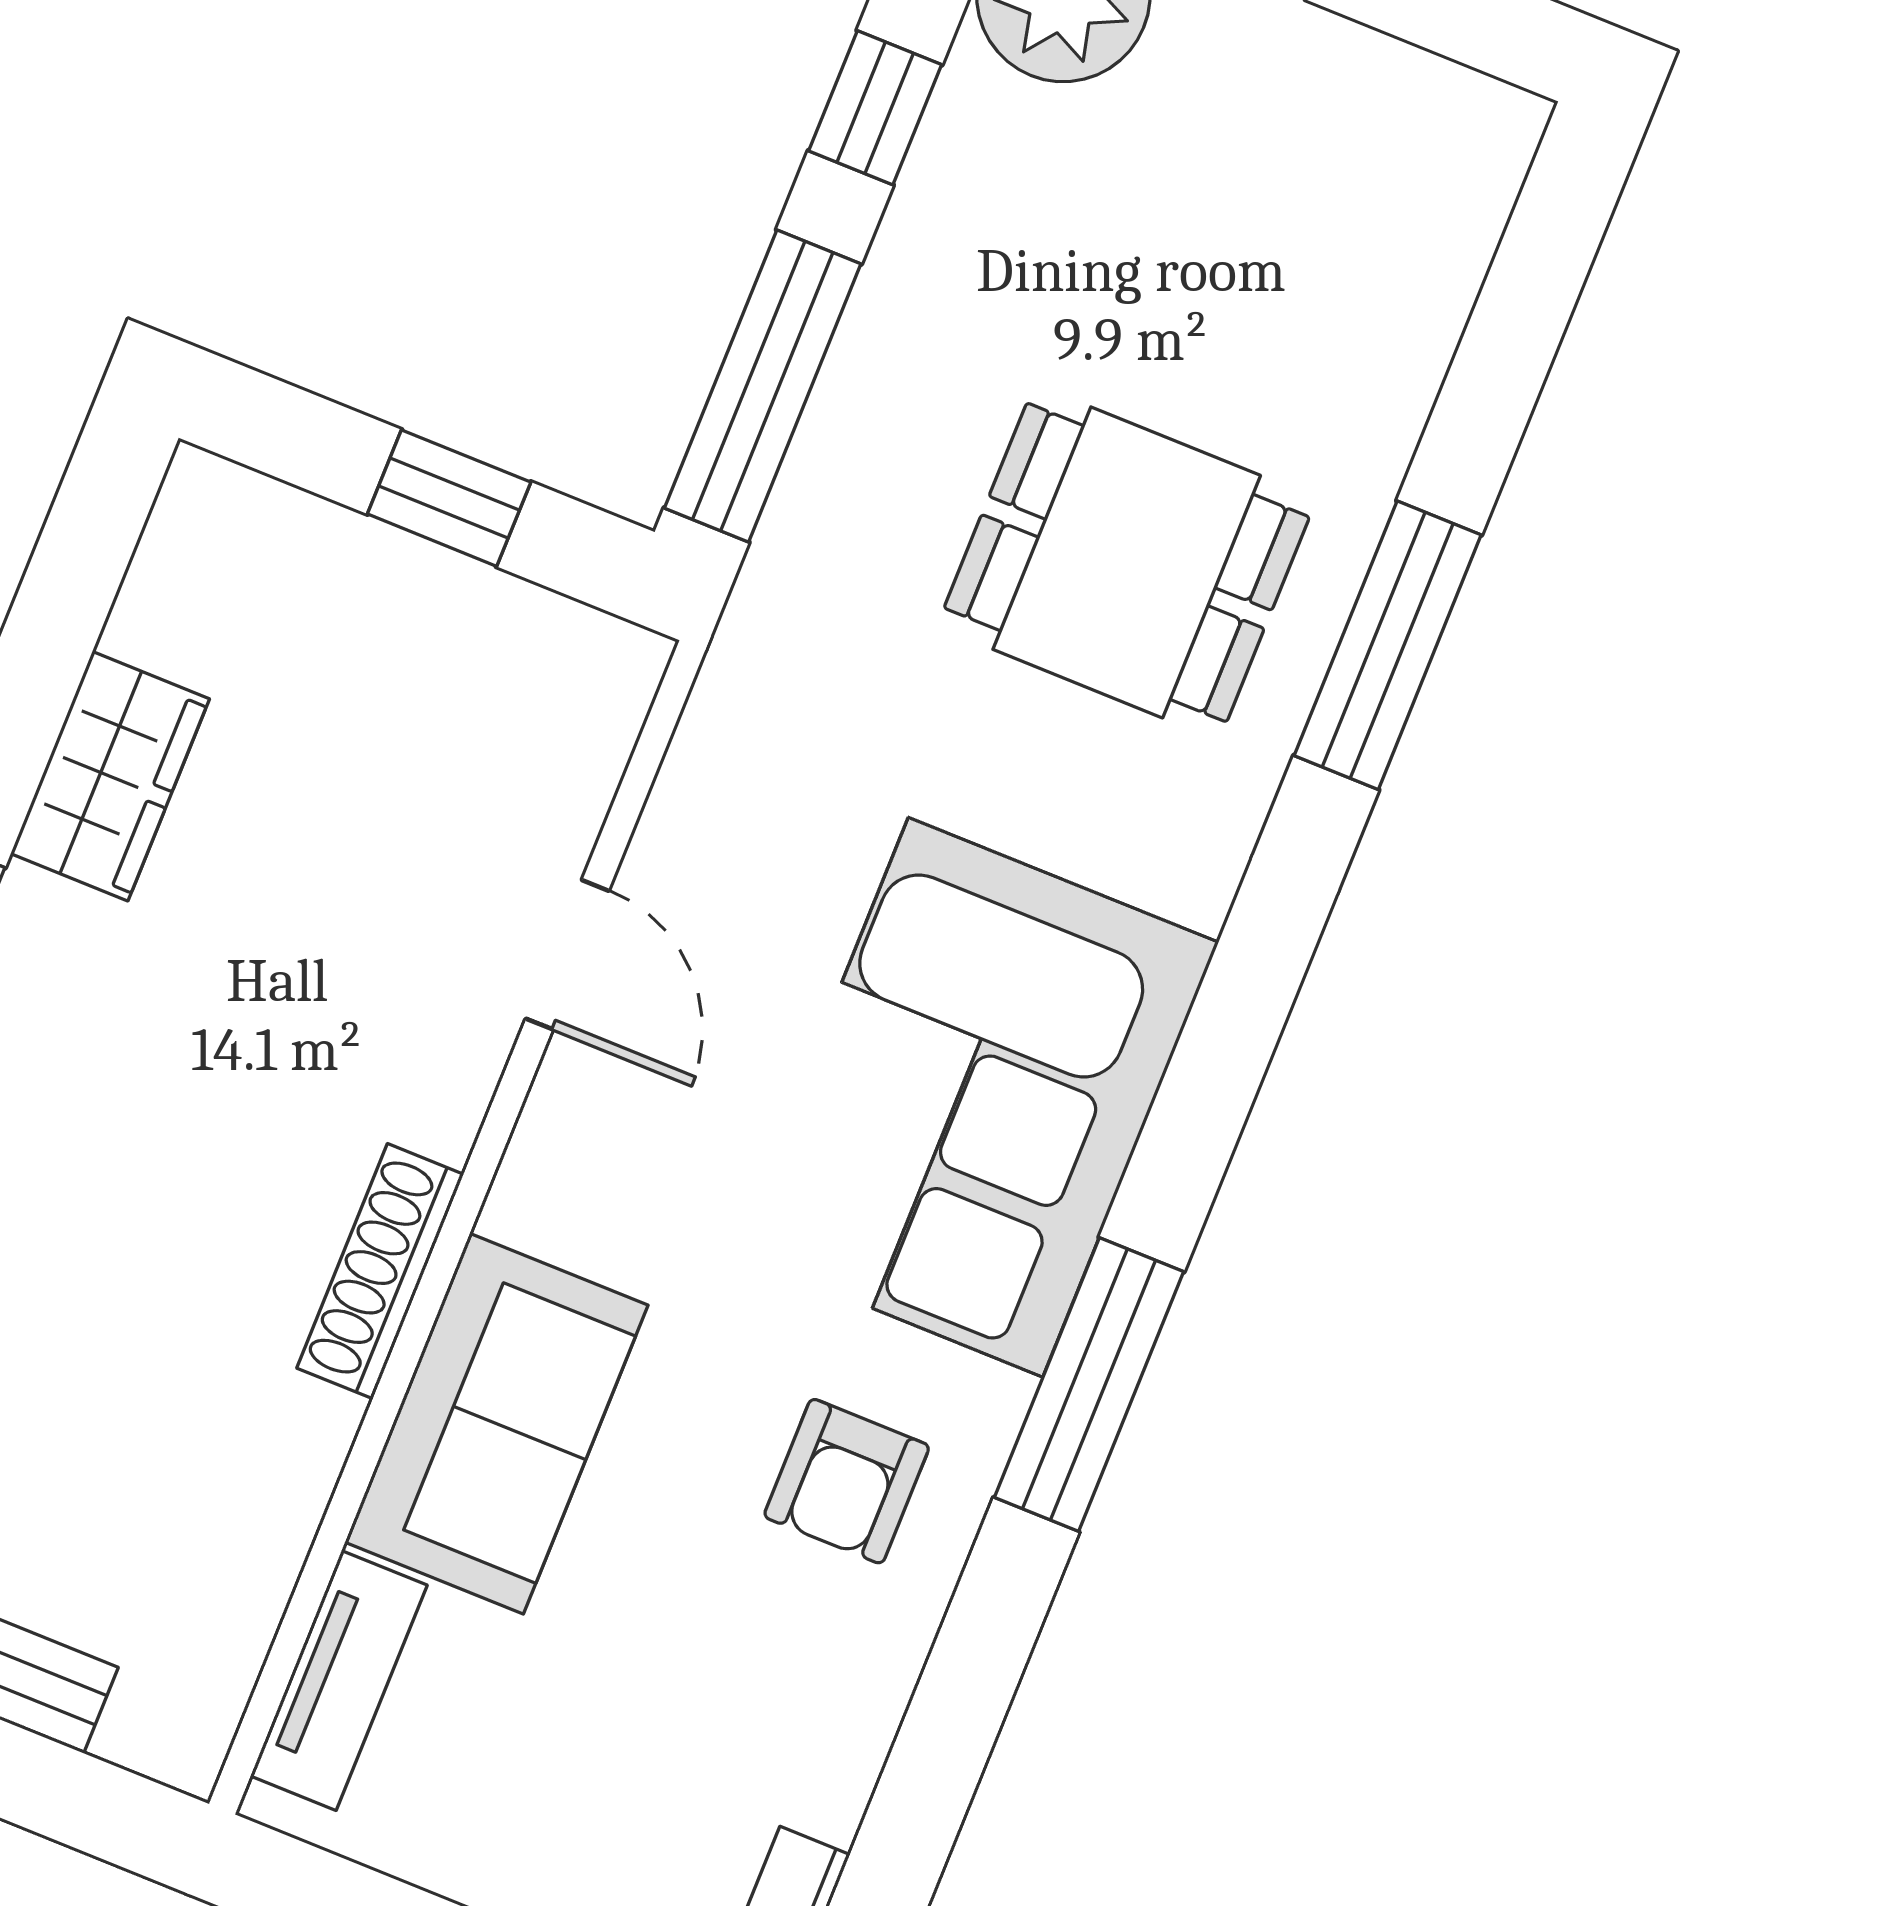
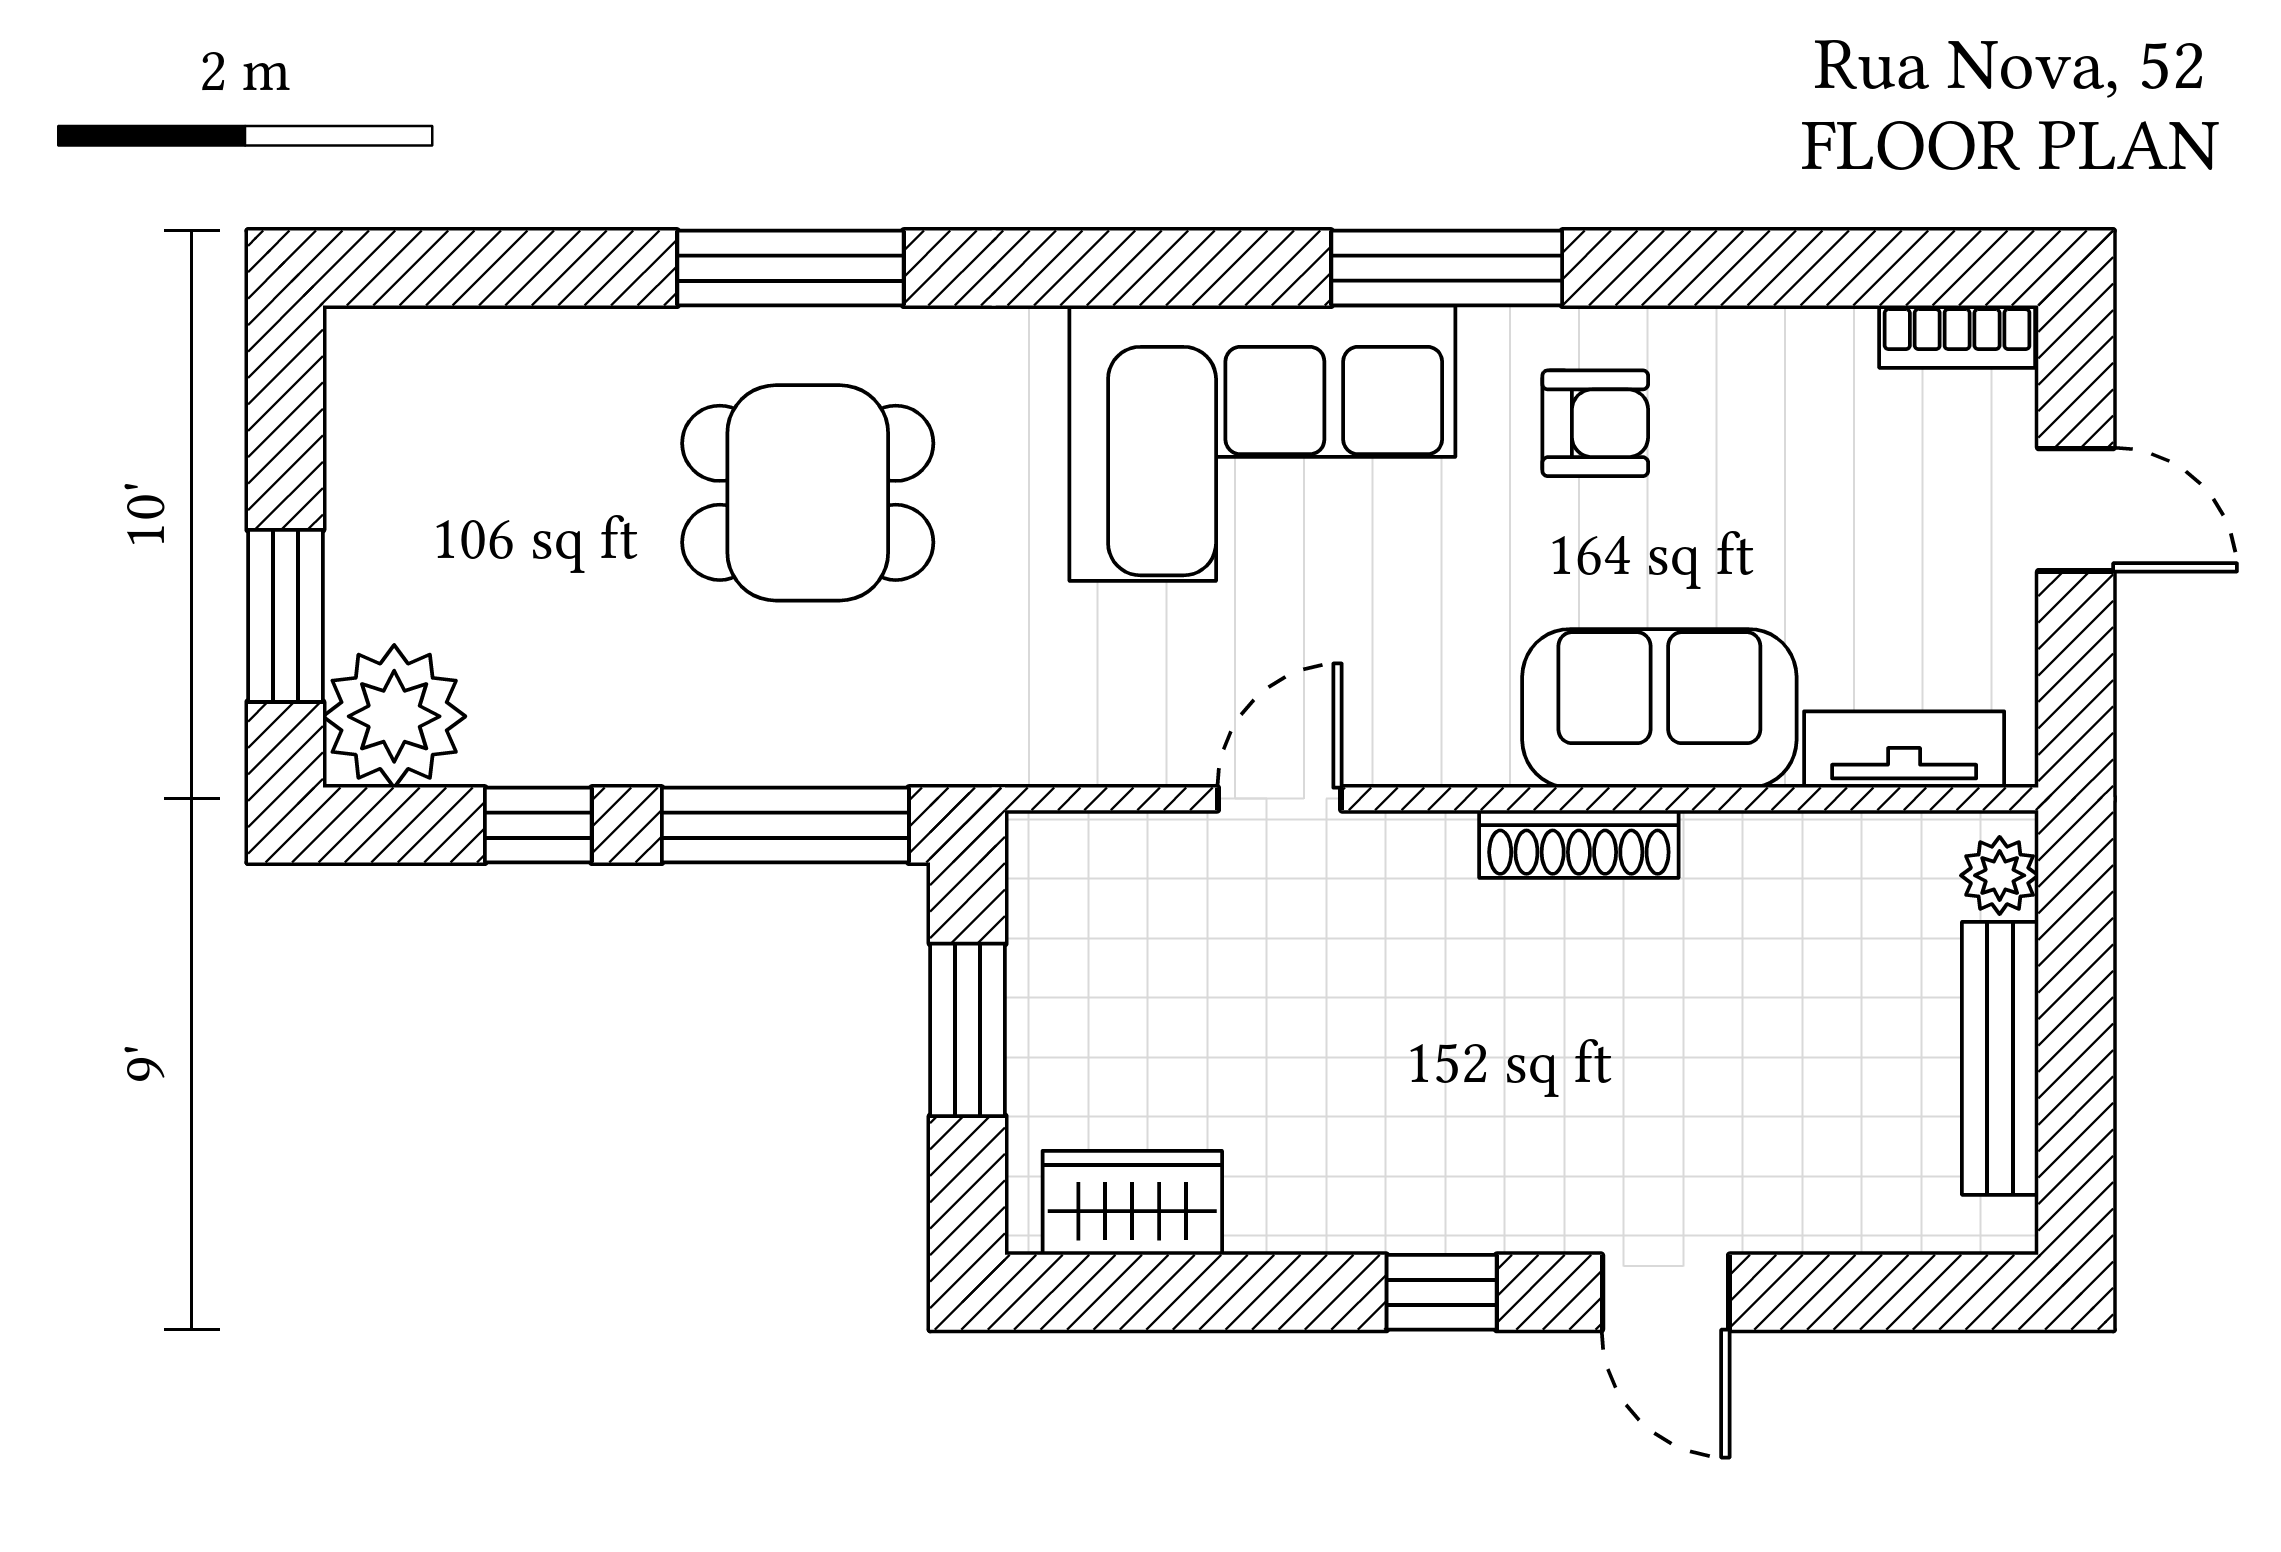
window: (449, 498) -> (968, 1030), width x1.50
dining table: (1127, 562) -> (808, 493), turned 90
wardrobe: (110, 776) -> (1132, 1203), moved
plant: (153, 1731) -> (2000, 875), added

